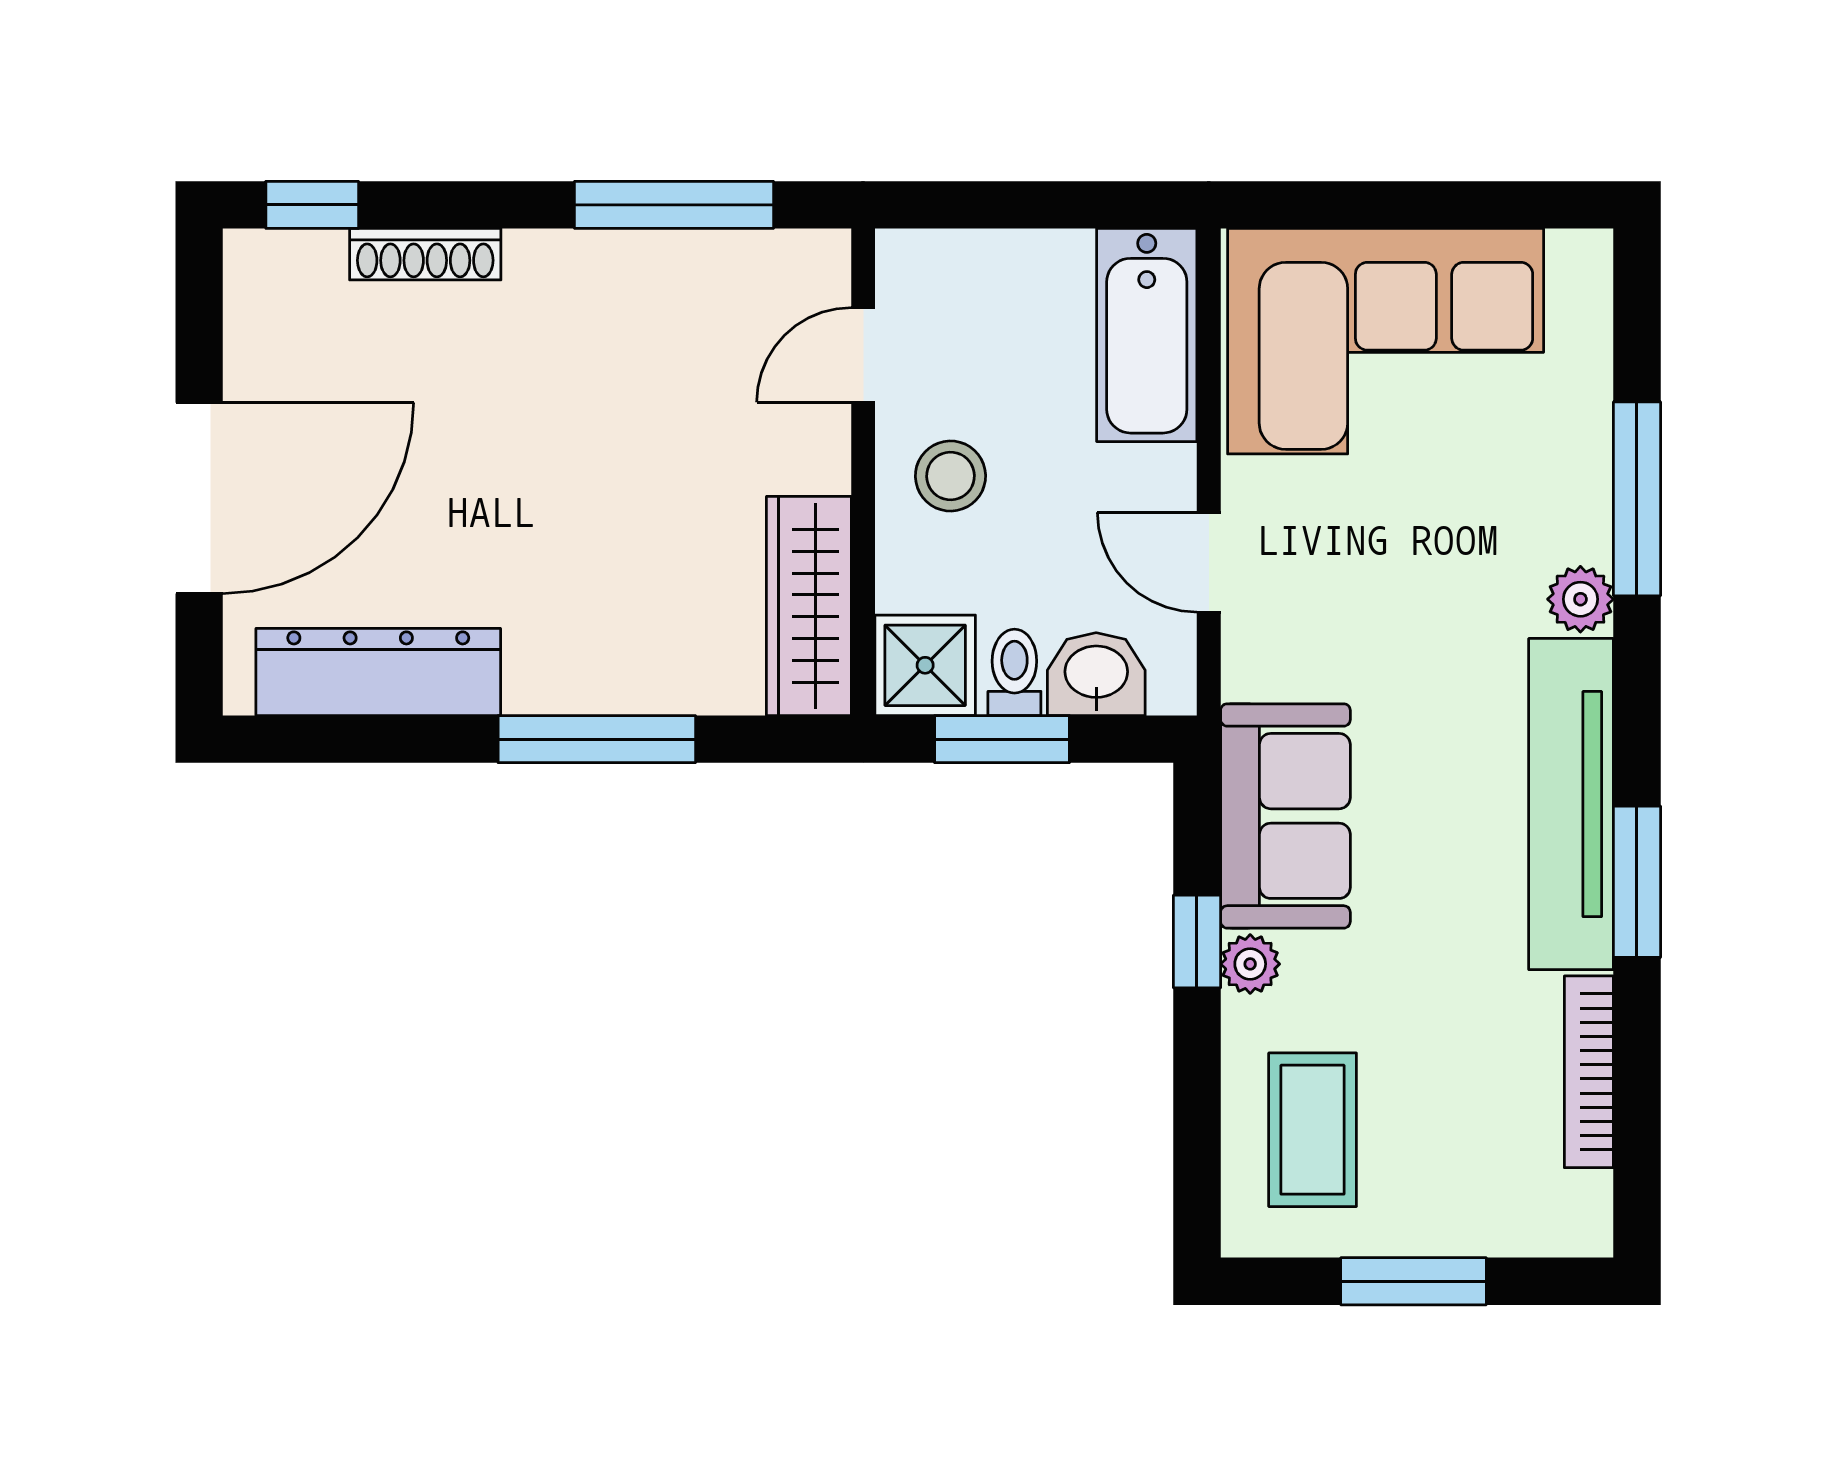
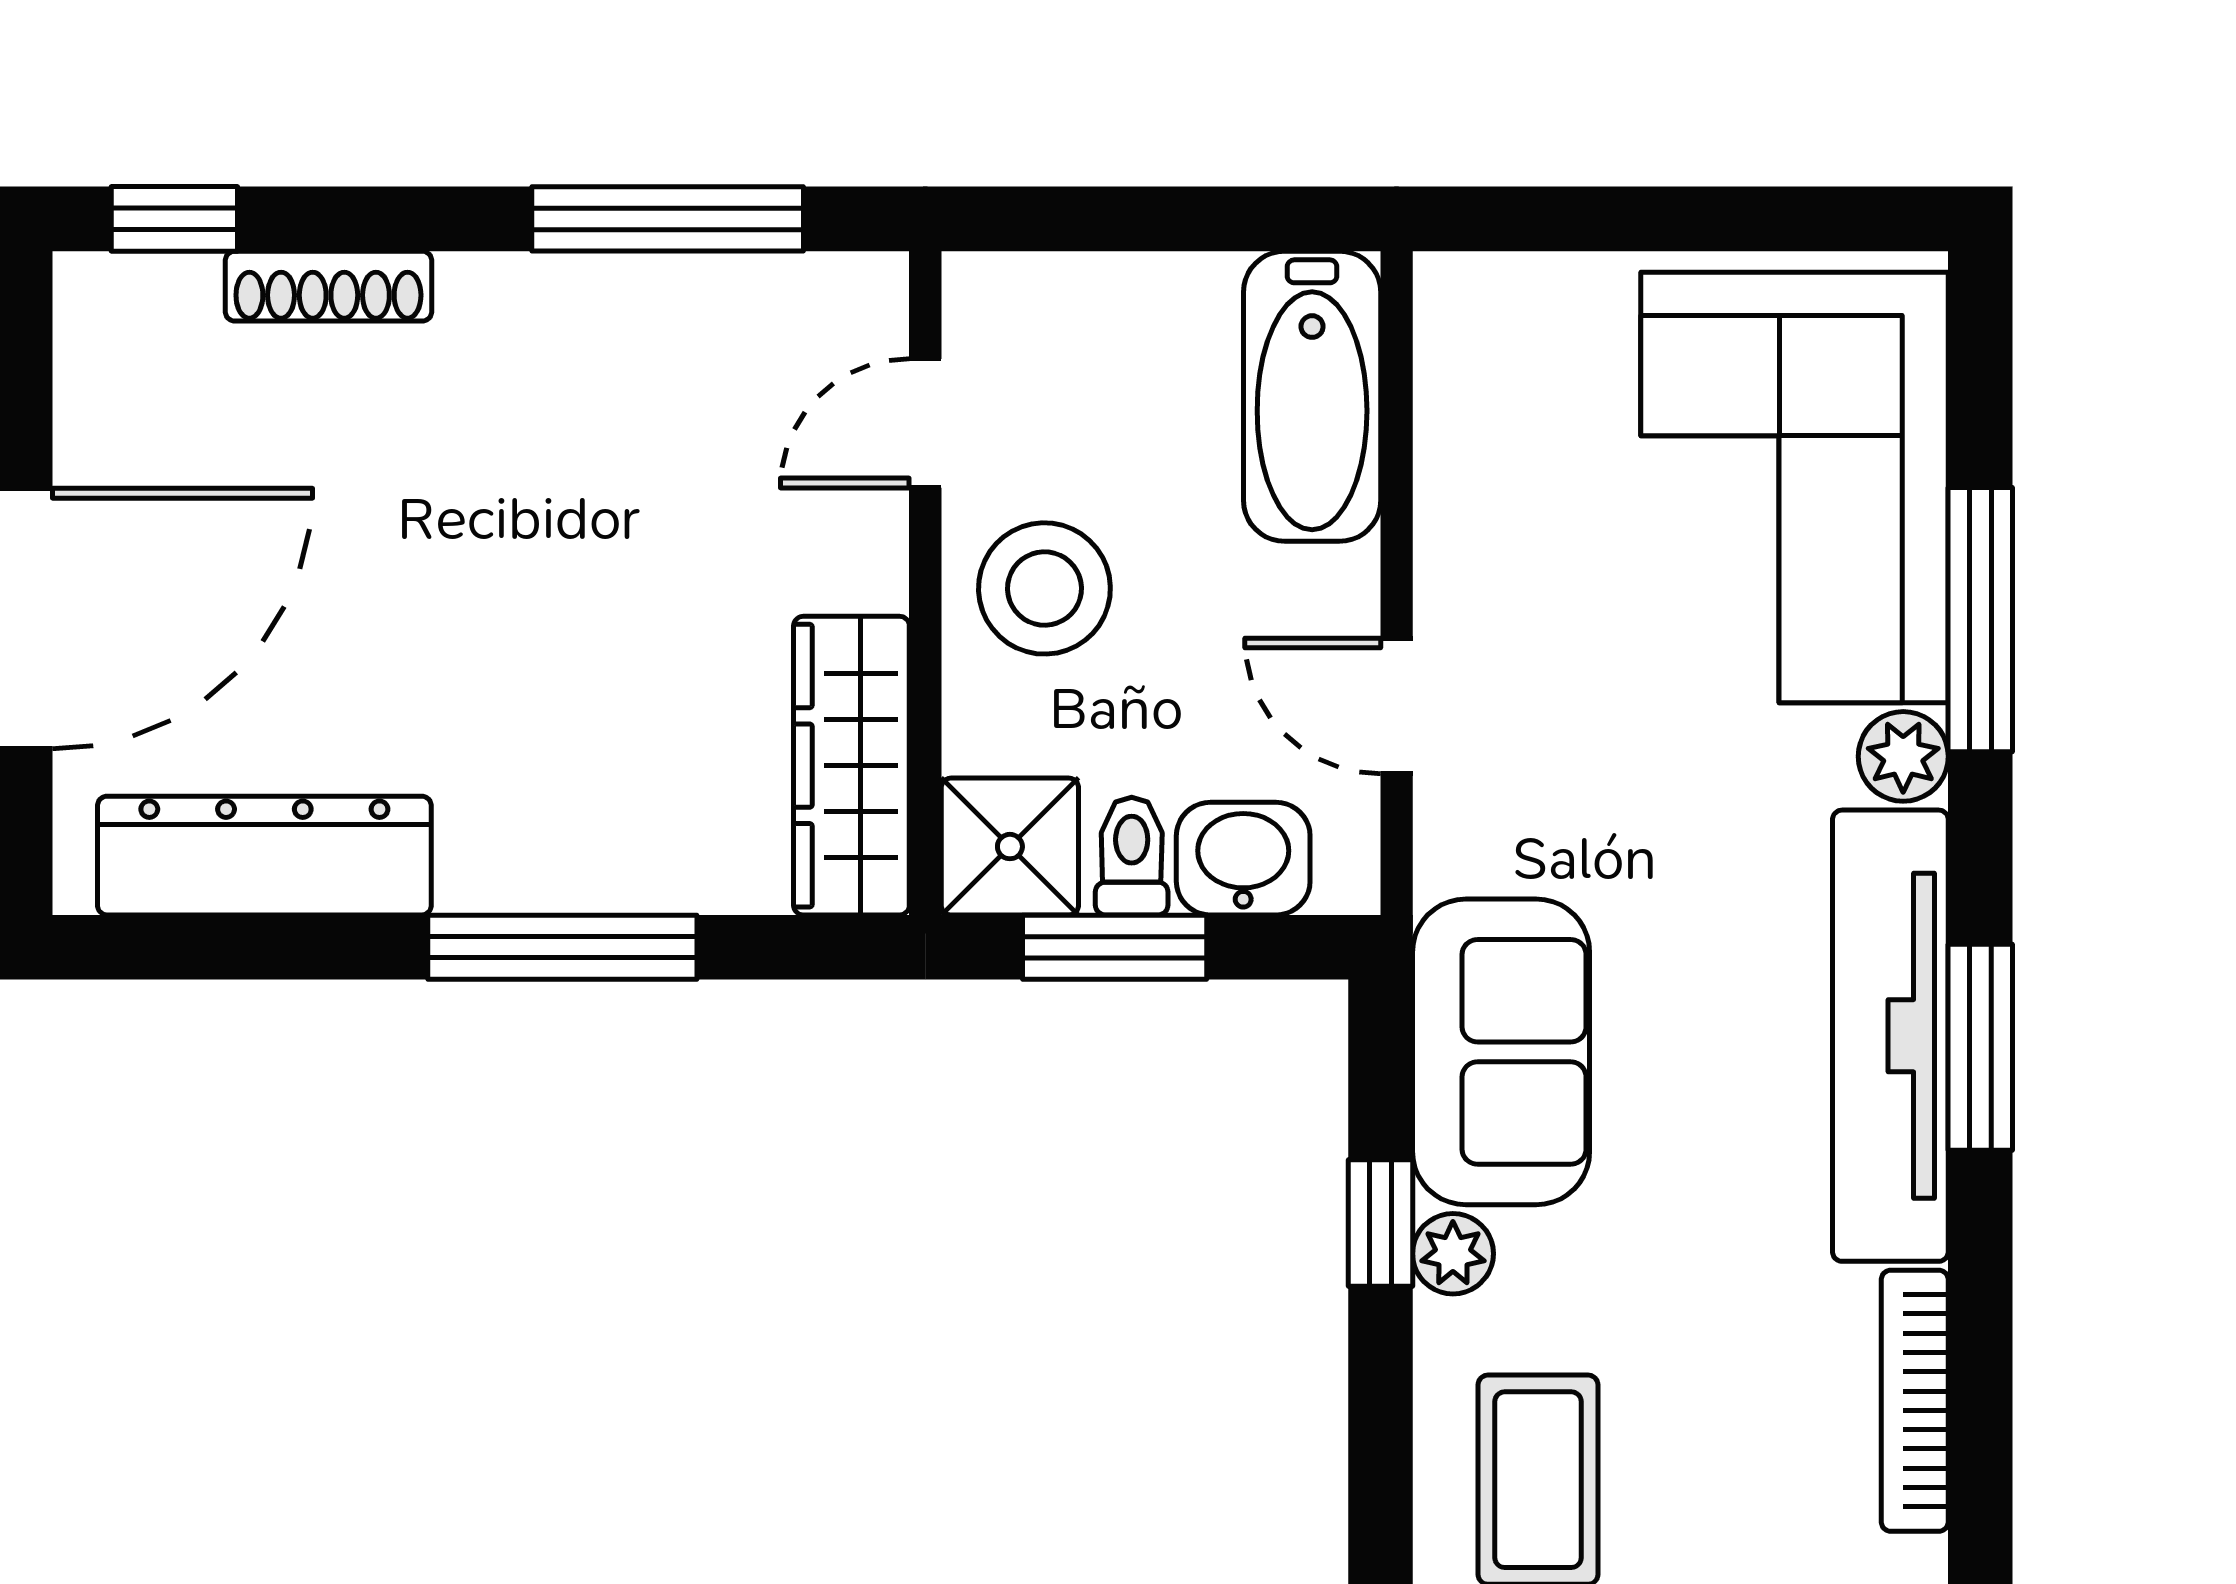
corner sofa: (1386, 341) -> (1795, 488), moved, turned 90
stool: (950, 476) -> (1044, 588), width x1.38, depth x1.38
window: (1637, 882) -> (1980, 1047), moved

